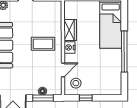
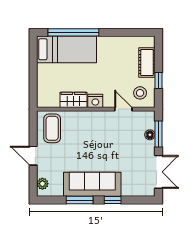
coffee table: (43, 44) -> (52, 128), moved
window: (124, 51) -> (73, 32), moved
cot: (100, 89) -> (147, 62), added

